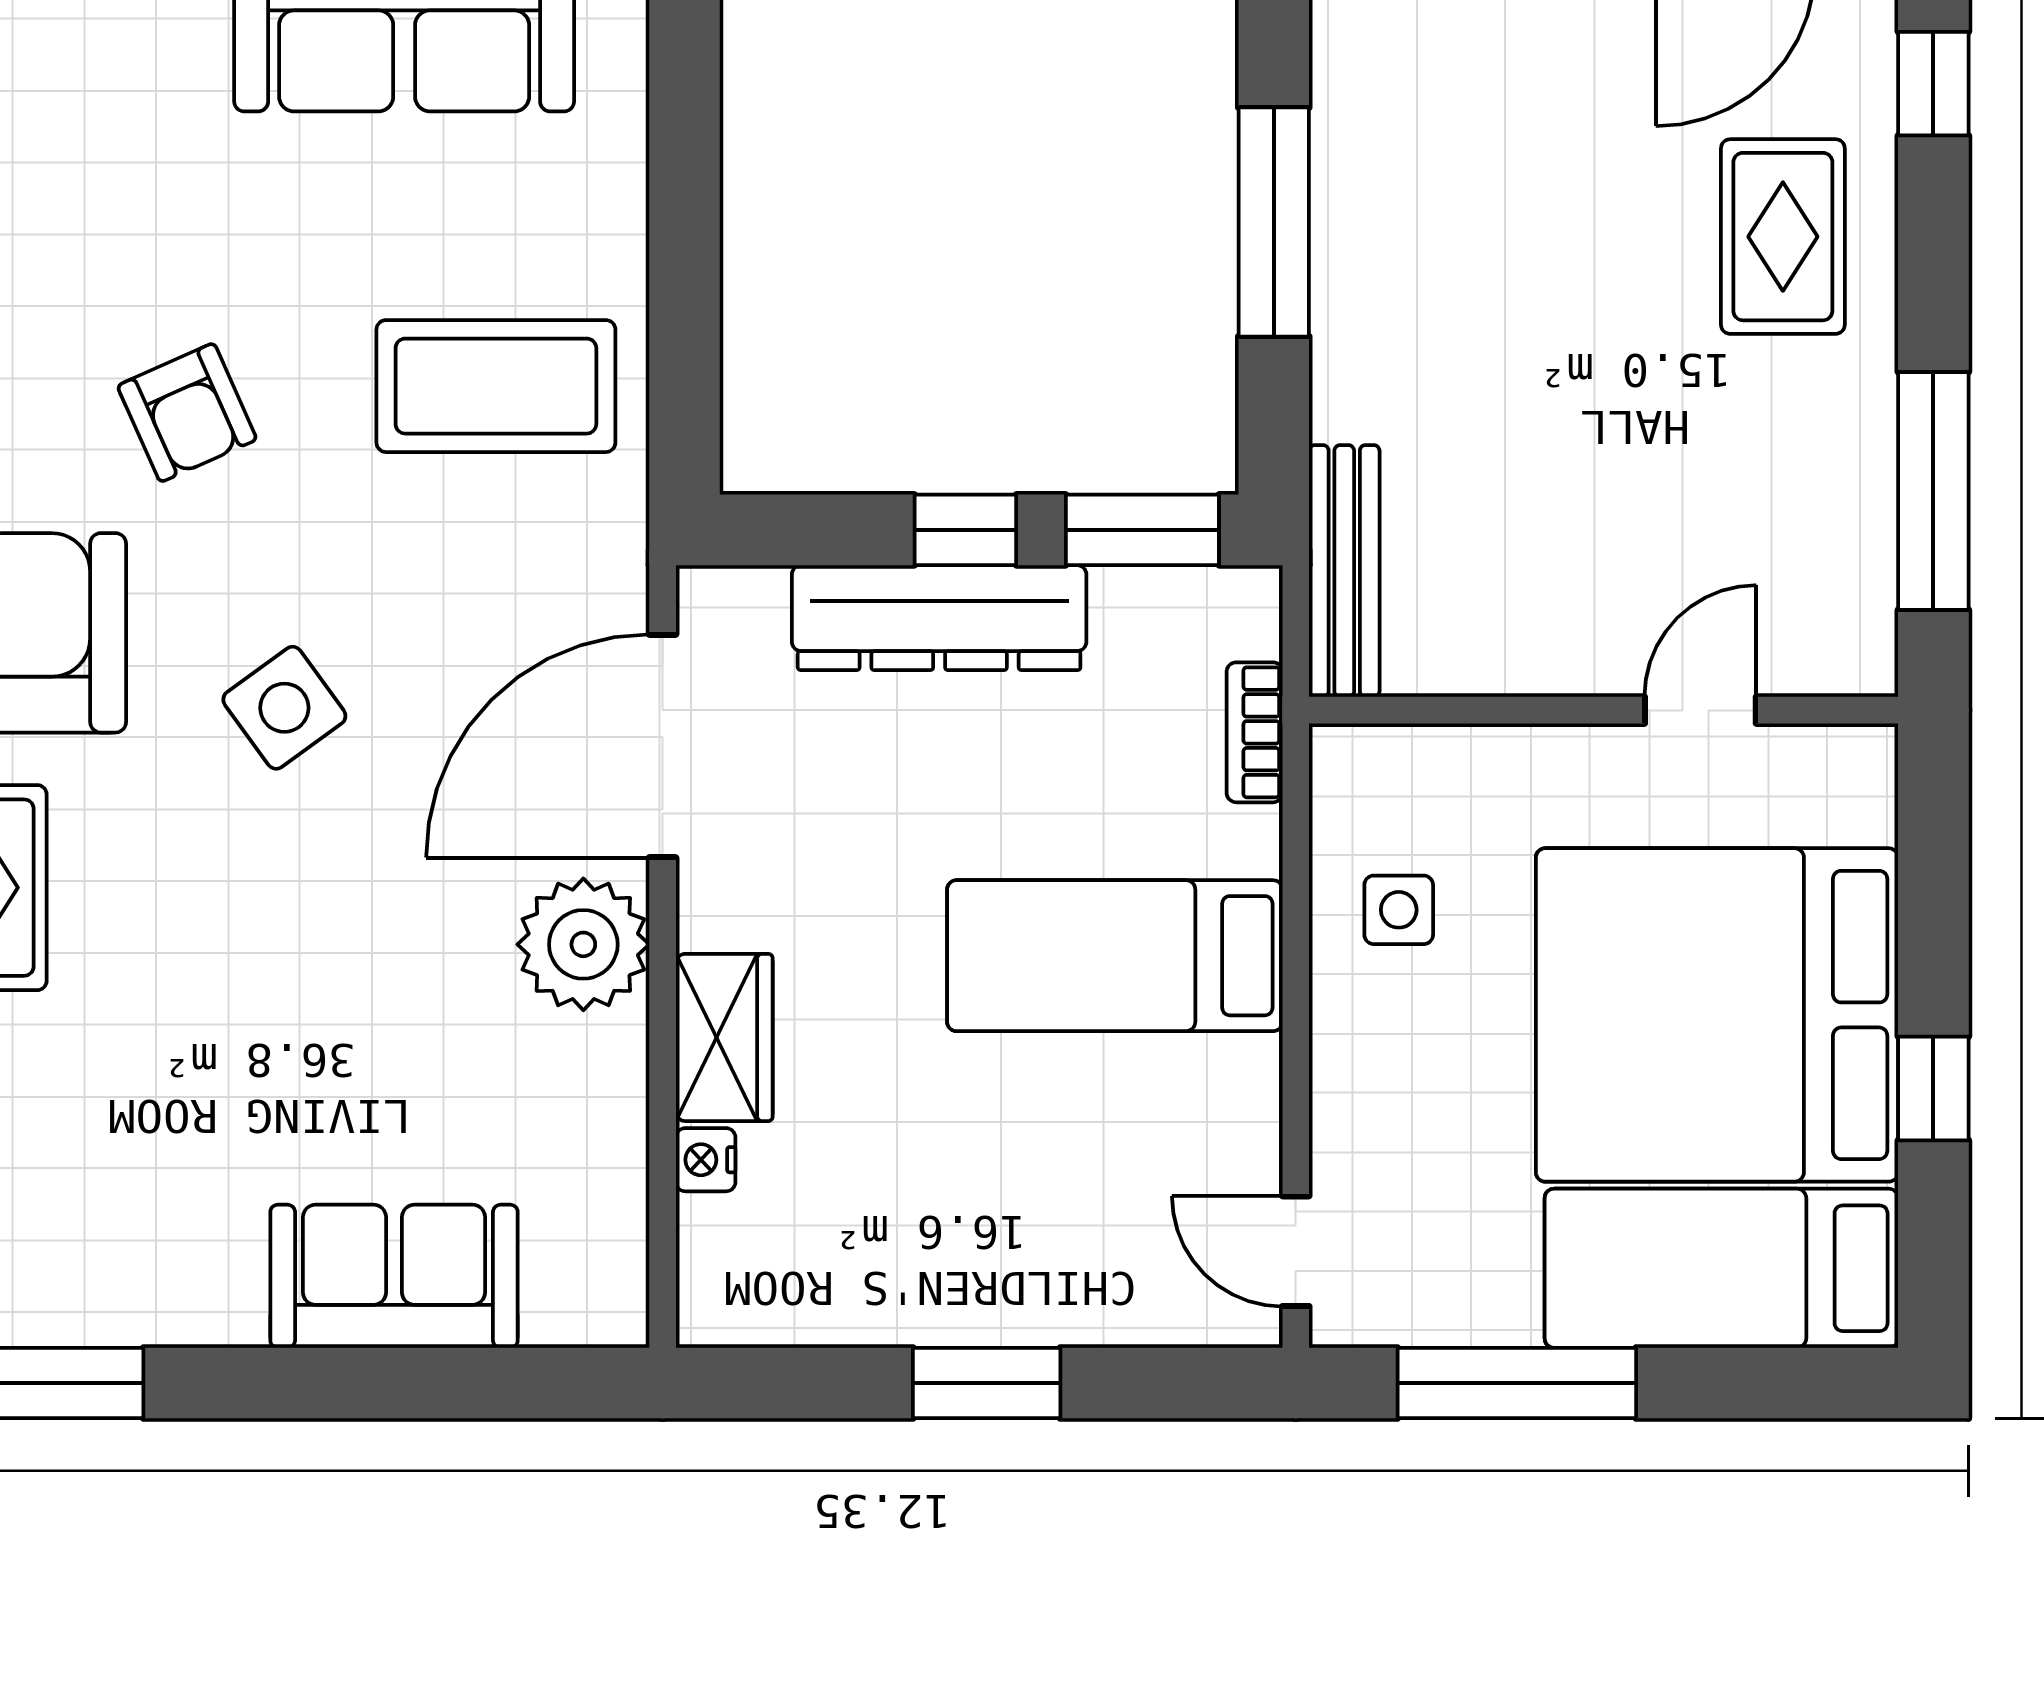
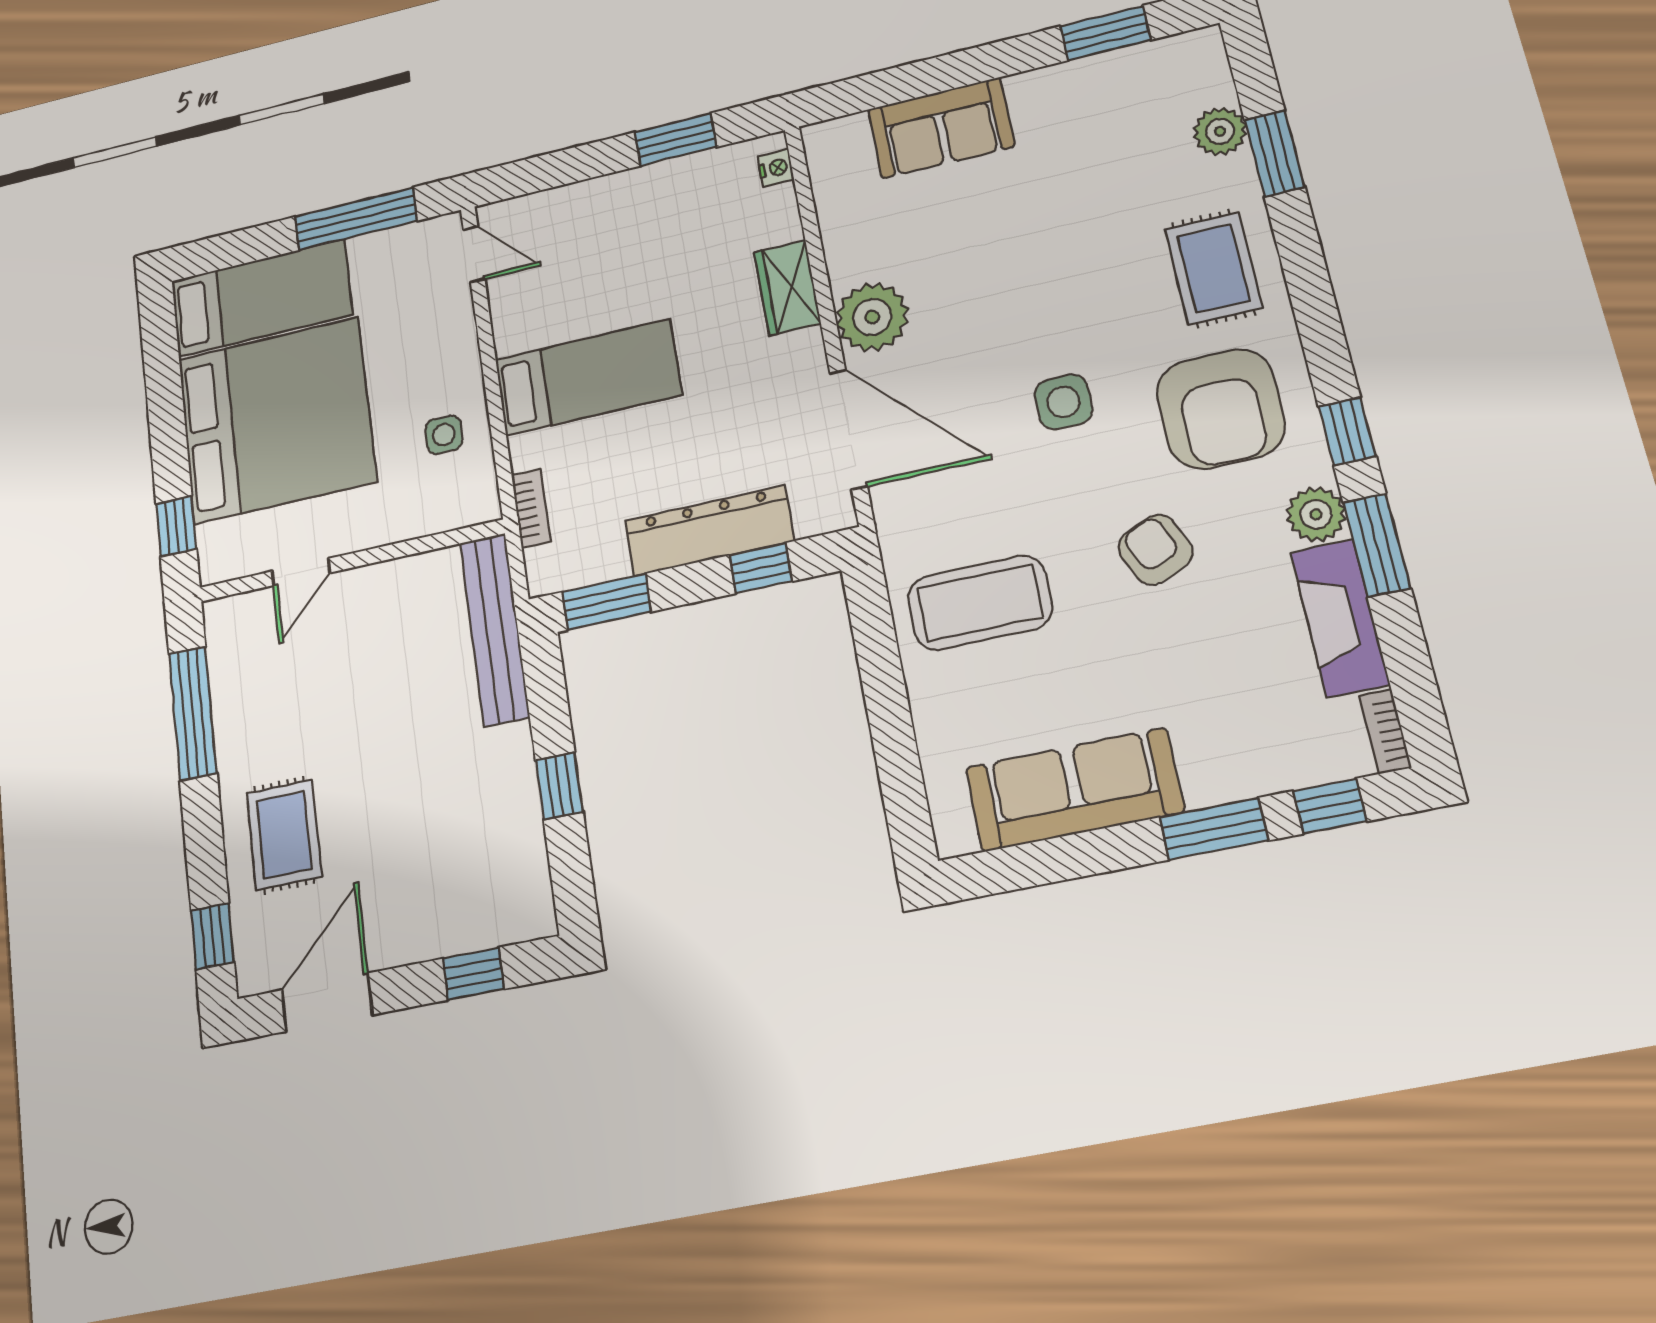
window: (1274, 222) -> (559, 786), width x0.46
window: (965, 530) -> (761, 568), moved
bench: (1344, 571) -> (495, 629), width x1.37, depth x1.21
side table: (284, 708) -> (1063, 402), turned 36
door: (663, 746) -> (849, 429), hinge flipped
window: (1933, 1088) -> (176, 526), moved
nightstand: (706, 1160) -> (776, 168), moved
window: (987, 1383) -> (676, 140), moved

